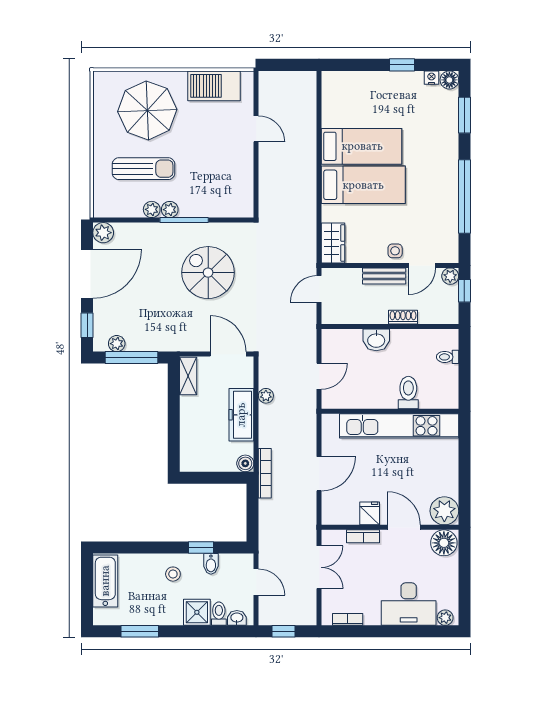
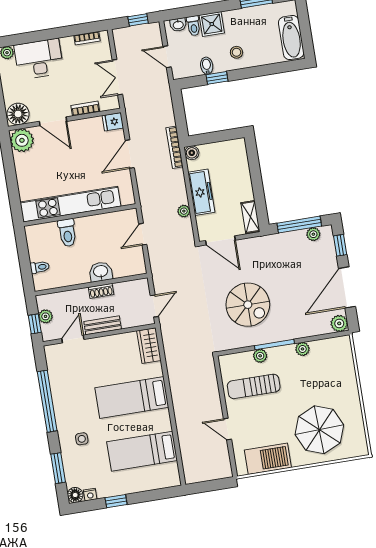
bed: (362, 146) -> (142, 451), moved
sun lounger: (144, 169) -> (254, 386), moved
plant: (170, 210) -> (260, 356), moved
side table: (395, 251) -> (82, 439), moved
plant: (450, 276) -> (45, 316), moved
shoe rack: (403, 317) -> (101, 291), moved
fridge: (370, 513) -> (113, 122), moved, turned 90

